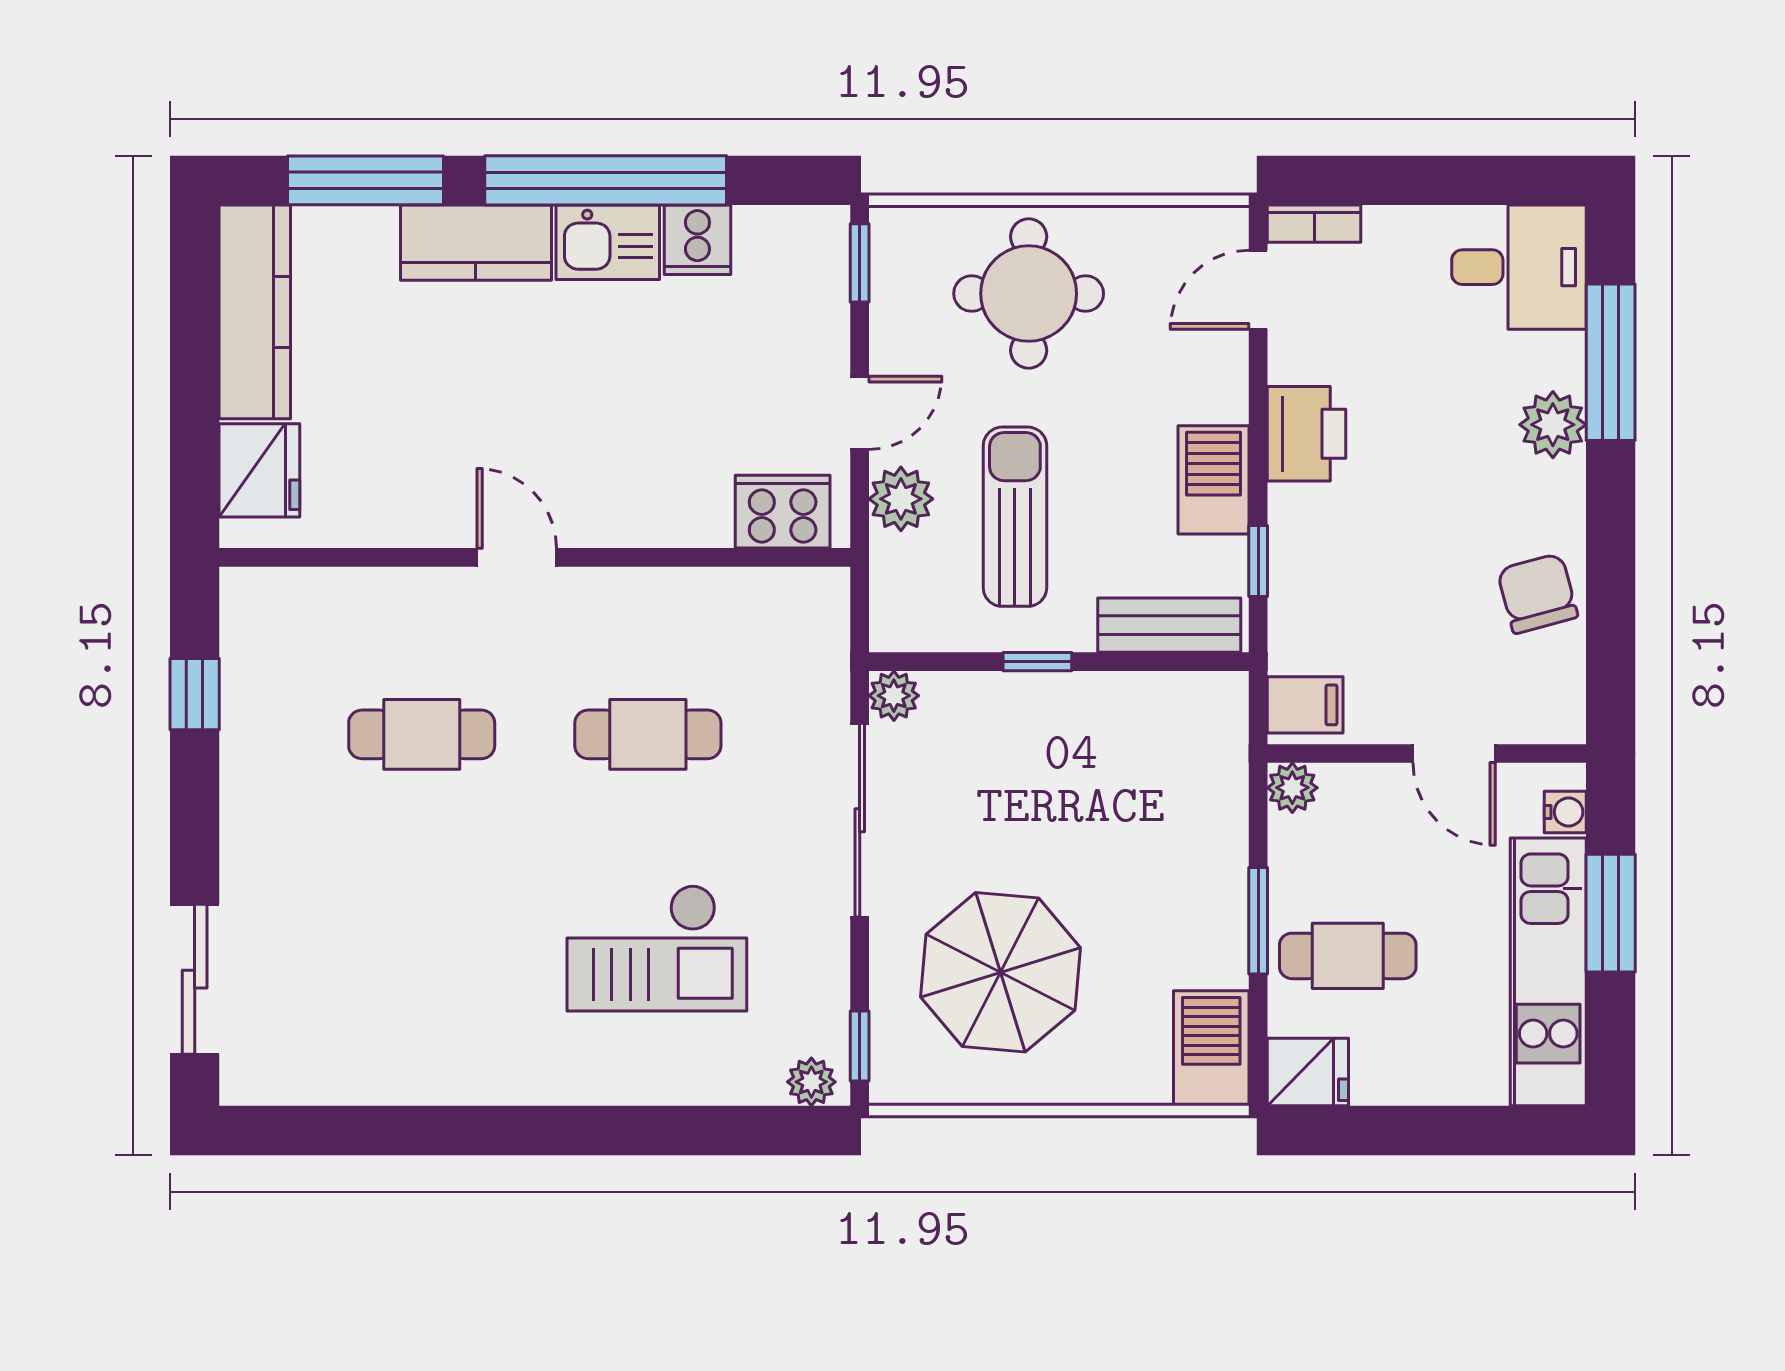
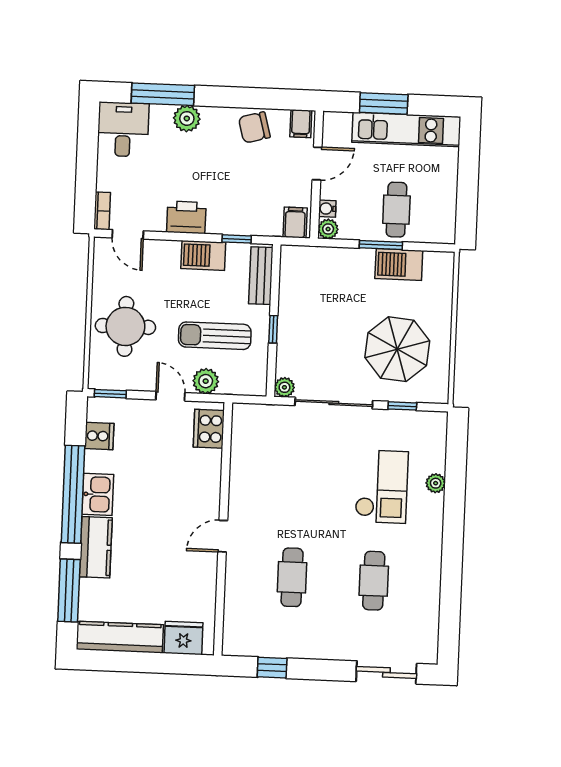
cooker: (697, 240) -> (99, 436), moved
filing cabinet: (1552, 709) -> (301, 124), added
cafe table: (648, 734) -> (374, 581), moved
water cooler: (1565, 812) -> (327, 209), moved, turned -90
window: (860, 1046) -> (402, 406), moved
barbecue: (1211, 1048) -> (399, 265), moved
fridge: (1308, 1072) -> (442, 228), removed
plant: (811, 1082) -> (436, 483), moved

